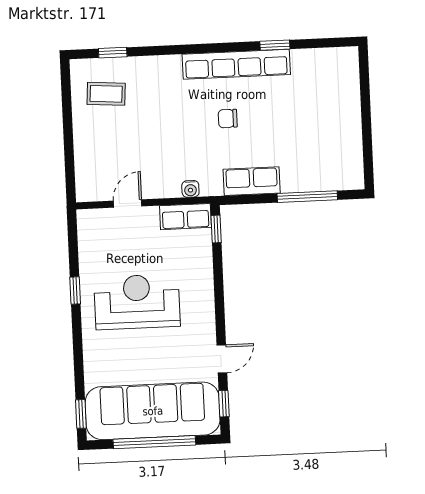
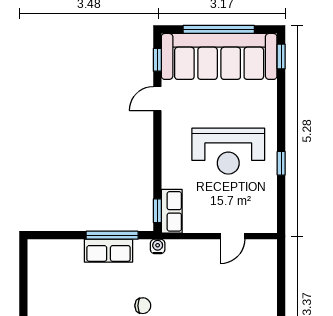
row of seats: (252, 181) -> (109, 251), moved
water cooler: (190, 189) -> (158, 246), moved
window: (307, 197) -> (112, 235), moved
row of seats: (185, 217) -> (172, 211), moved, turned 90

